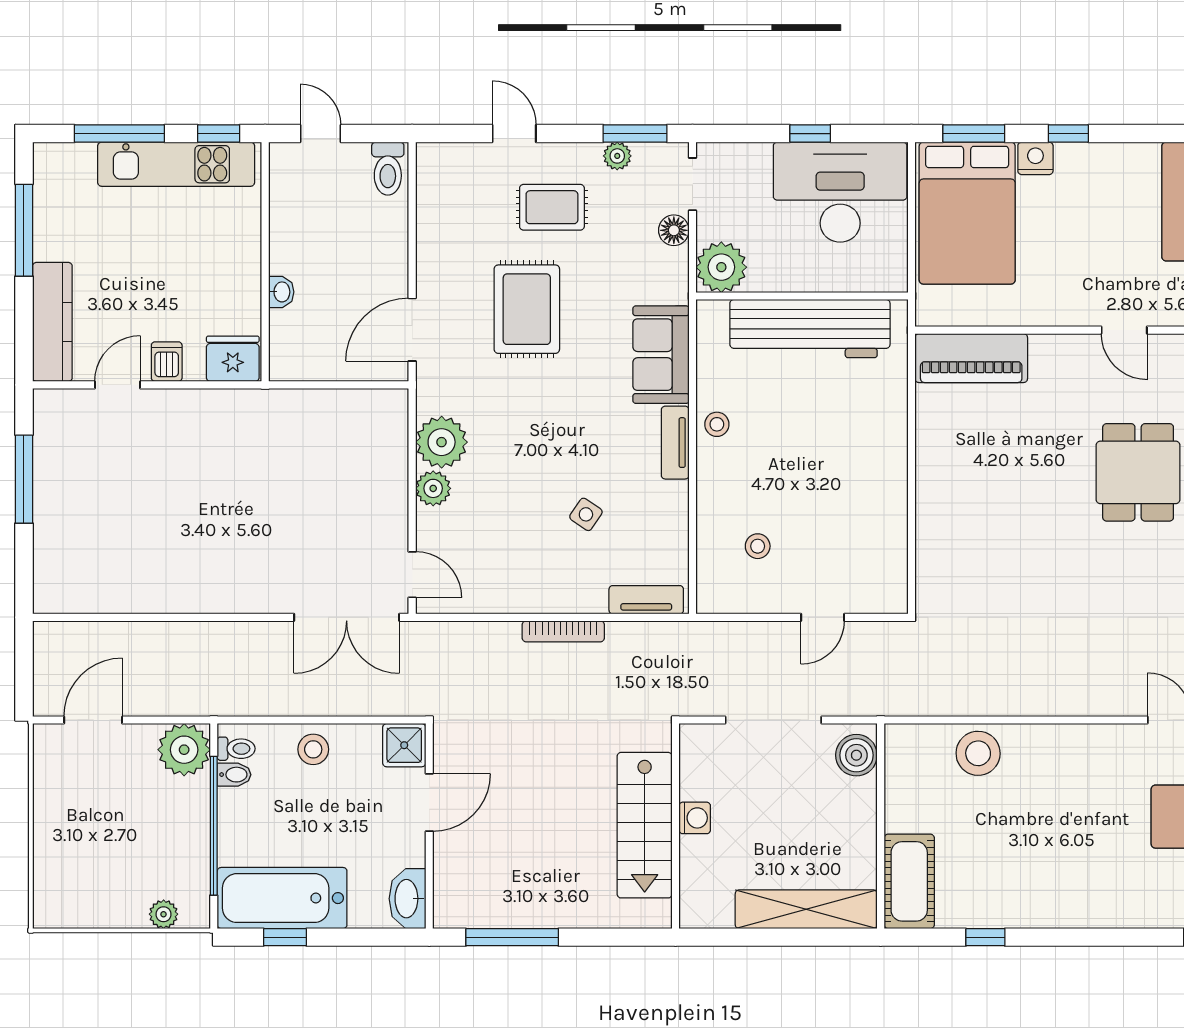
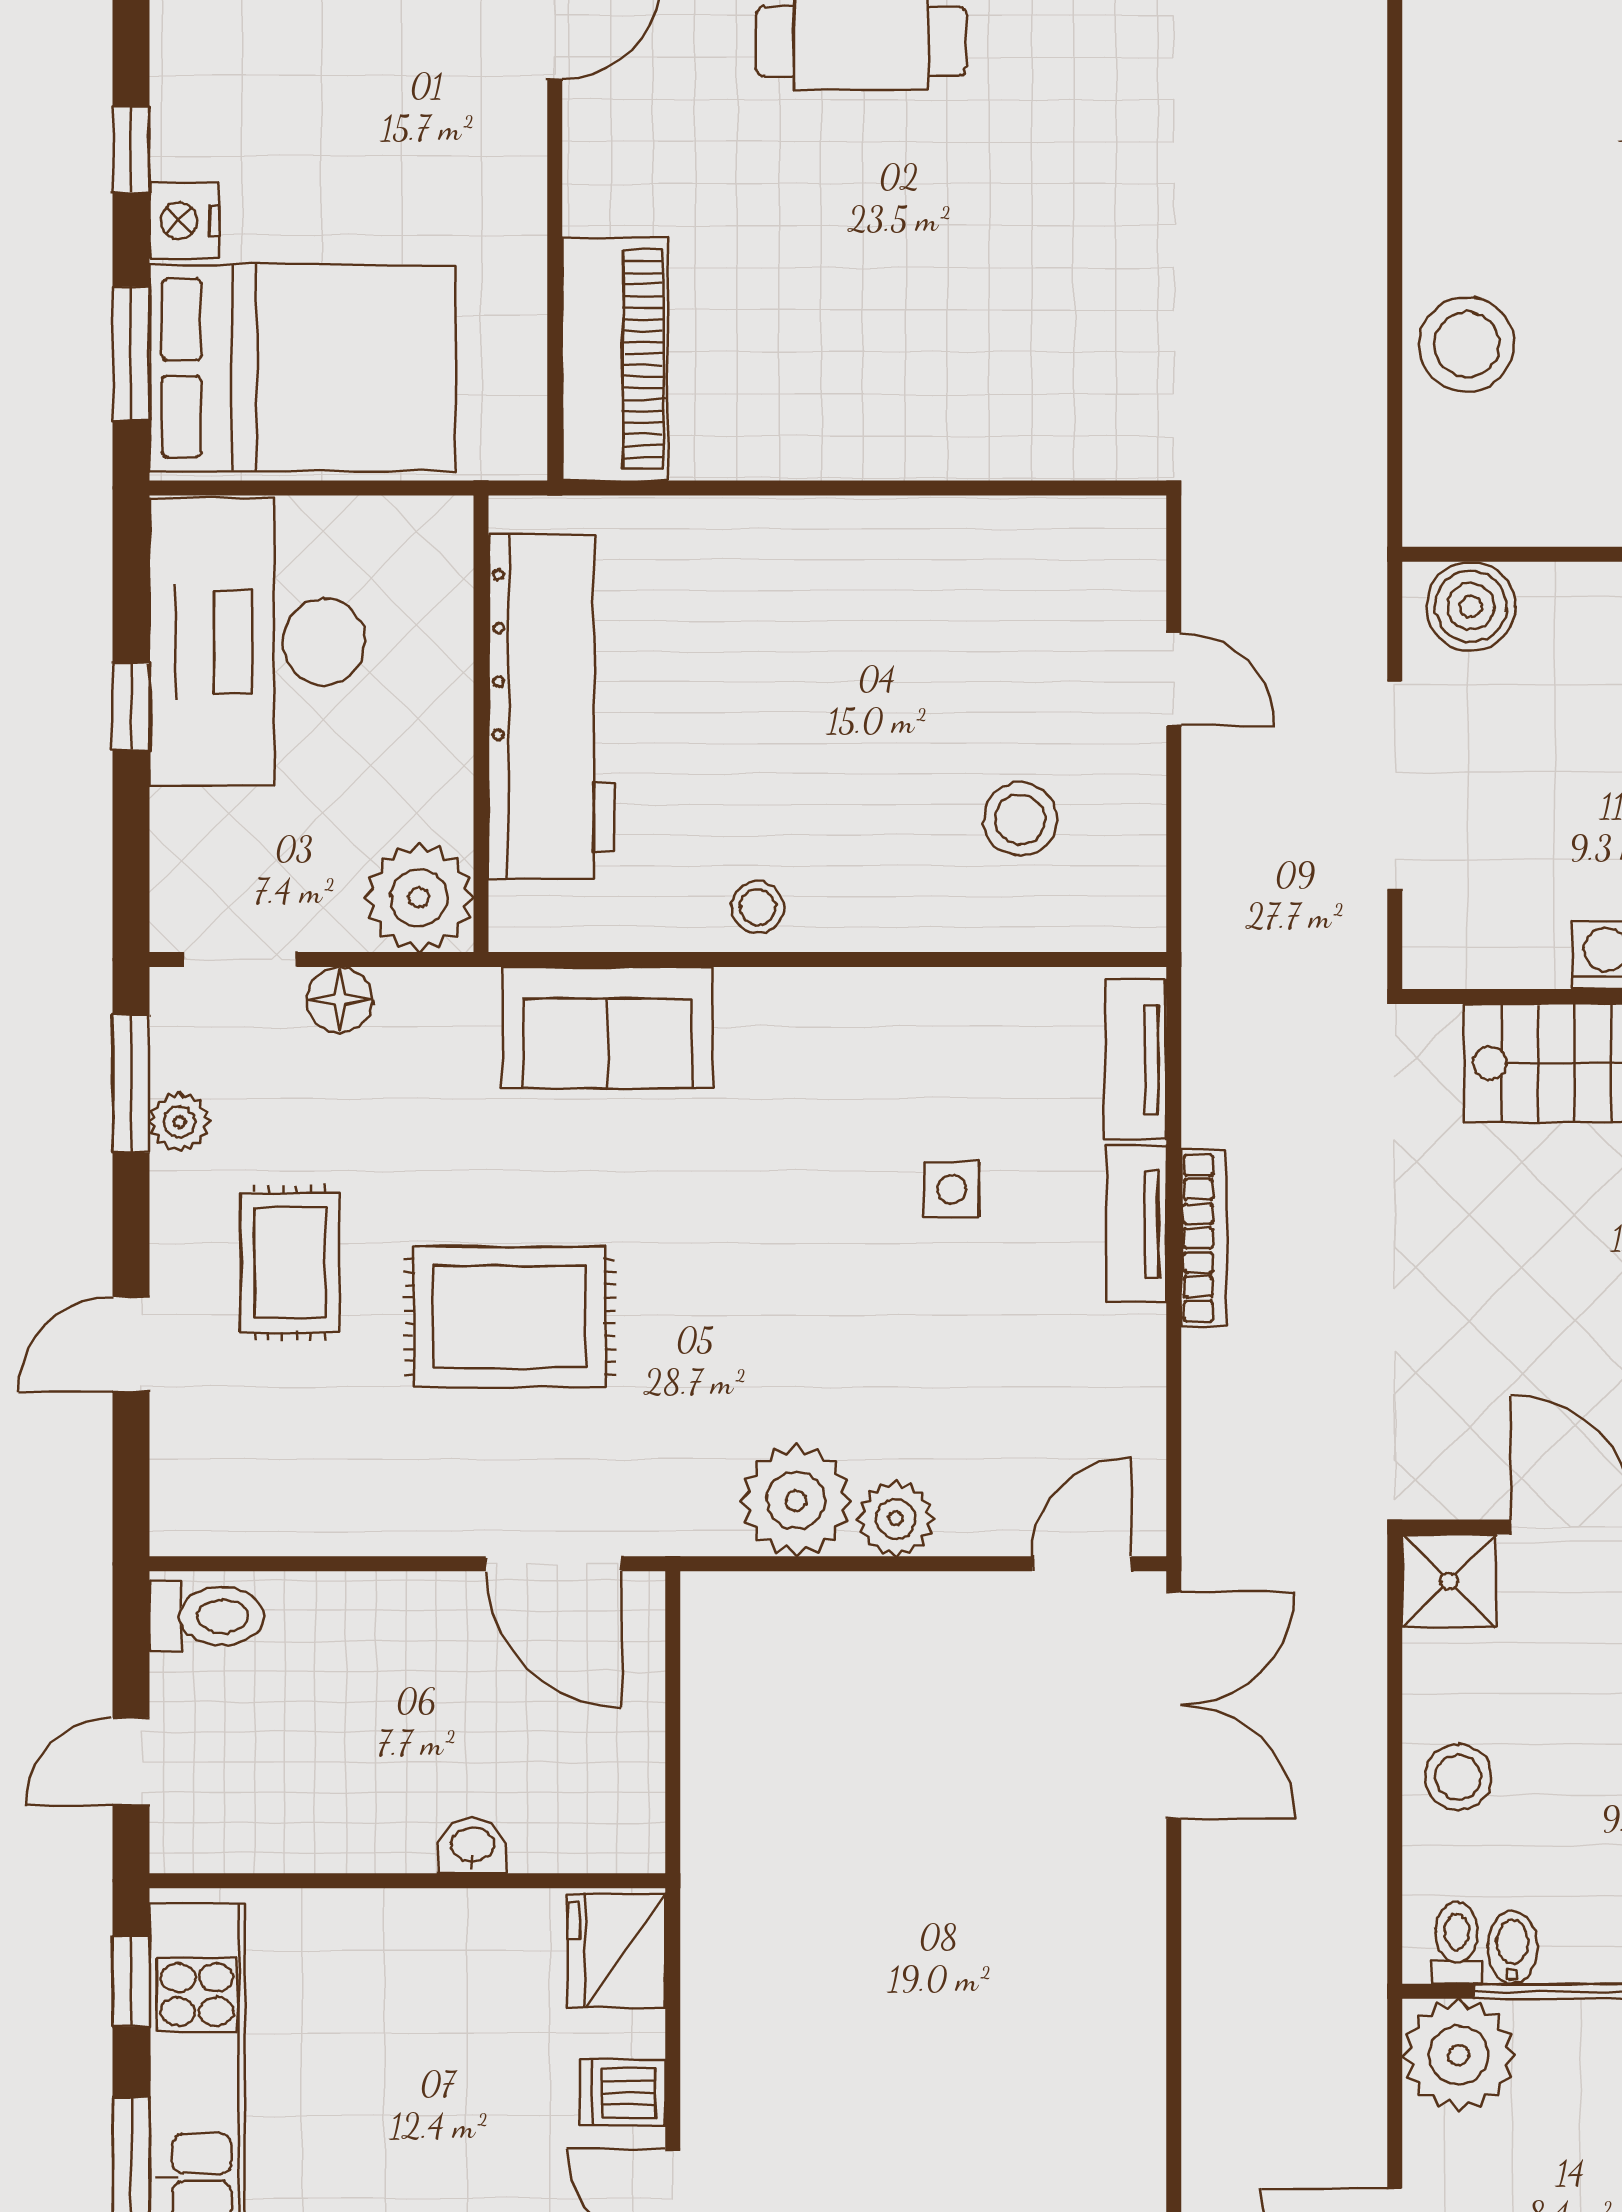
tv unit: (675, 443) -> (1136, 1224), moved, turned 90
side table: (586, 514) -> (952, 1189), turned -34
stool: (758, 546) -> (1020, 819), width x1.37, depth x1.37

